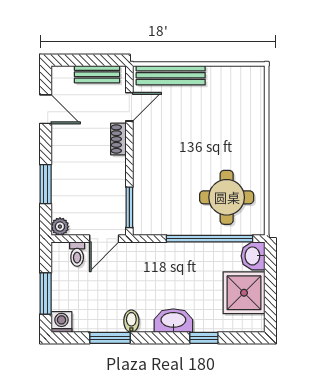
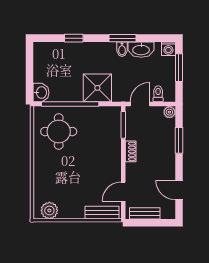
bench: (171, 75) -> (102, 213), width x0.73
plant: (241, 79) -> (49, 210), added
shoe rack: (118, 139) -> (131, 151), moved
shower: (244, 293) -> (97, 88), moved
washbasin: (173, 321) -> (141, 50), moved
window: (110, 338) -> (123, 38), moved

